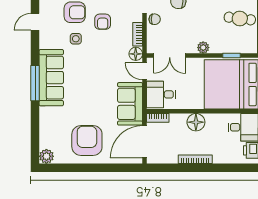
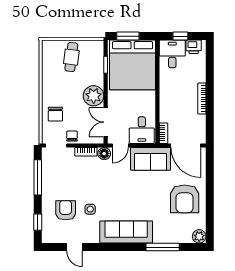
armchair: (103, 22) -> (74, 184), removed
plant: (203, 48) -> (94, 96), width x1.88, depth x1.88
double door: (170, 55) -> (106, 122), swing flipped
window: (35, 83) -> (163, 247), moved
floor lamp: (196, 122) -> (168, 98), removed
armchair: (87, 141) -> (185, 199), turned -90

